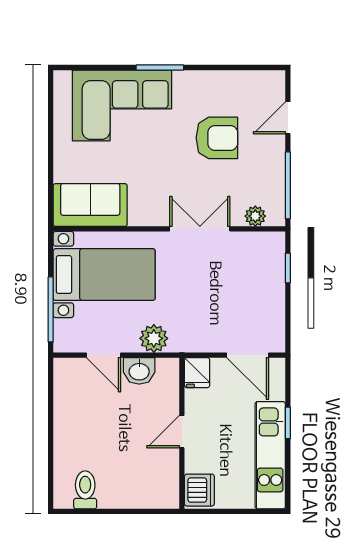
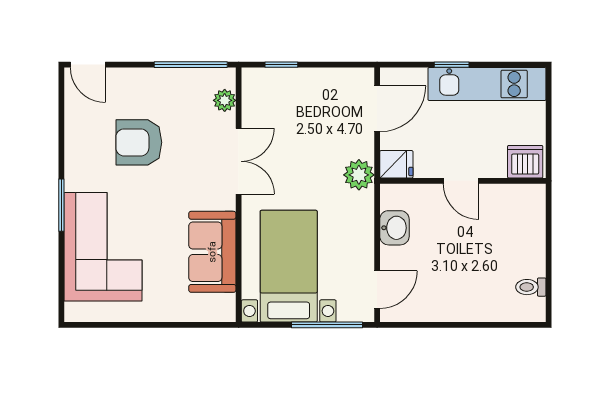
door: (288, 118) -> (88, 65), moved
armchair: (217, 138) -> (139, 142), turned -90
sofa: (90, 205) -> (212, 252), moved
double door: (200, 229) -> (239, 161), swing flipped
plant: (154, 338) -> (359, 175), moved
door: (104, 355) -> (377, 290), moved
toilet: (85, 490) -> (531, 287), width x0.73, depth x0.72

